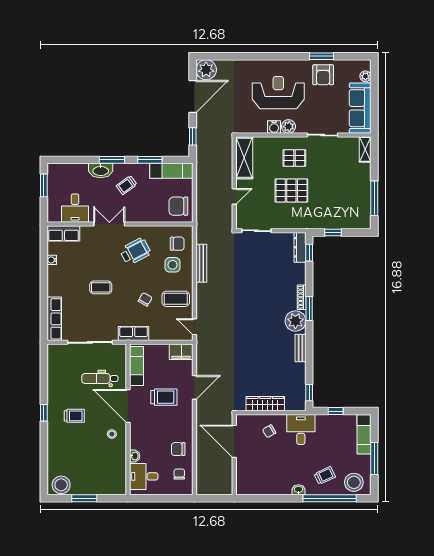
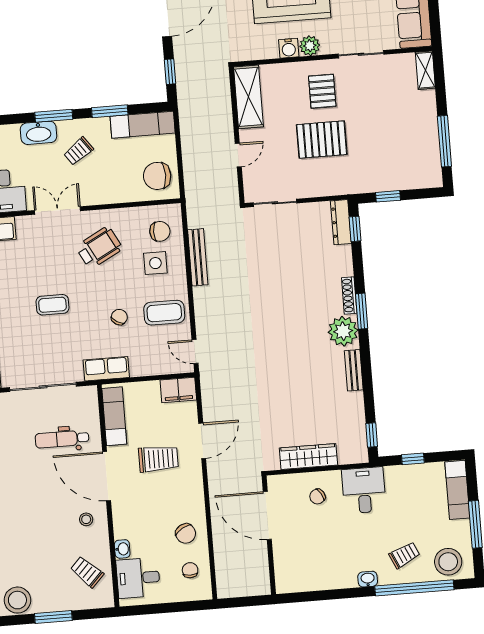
pallet: (294, 158) -> (322, 91), turned 90
trolley: (74, 416) -> (87, 572), moved, turned -136
chair: (178, 449) -> (186, 534), turned -120

